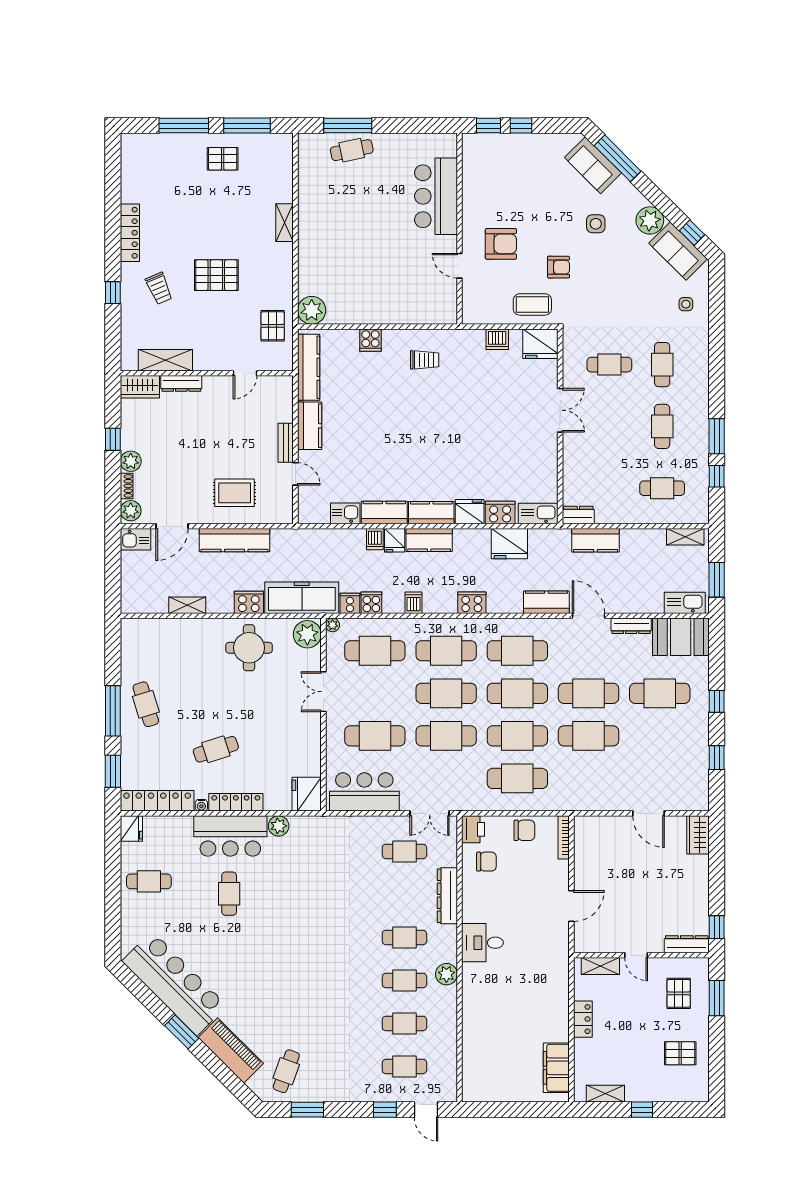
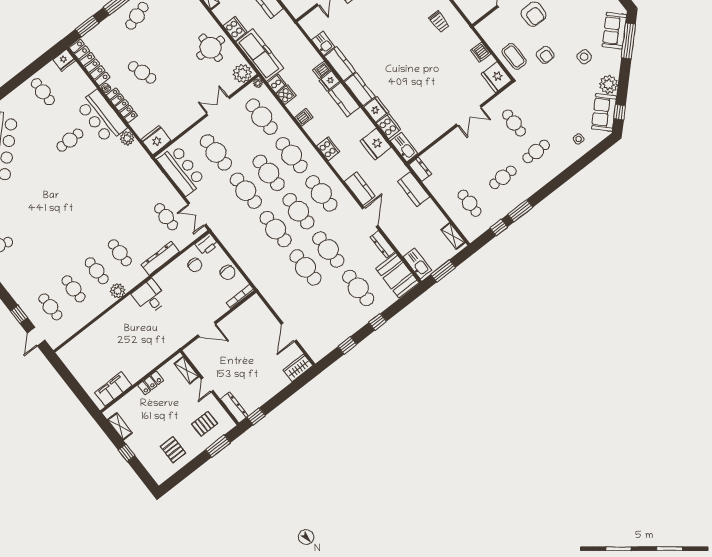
cafe table: (517, 778) -> (253, 247), removed

